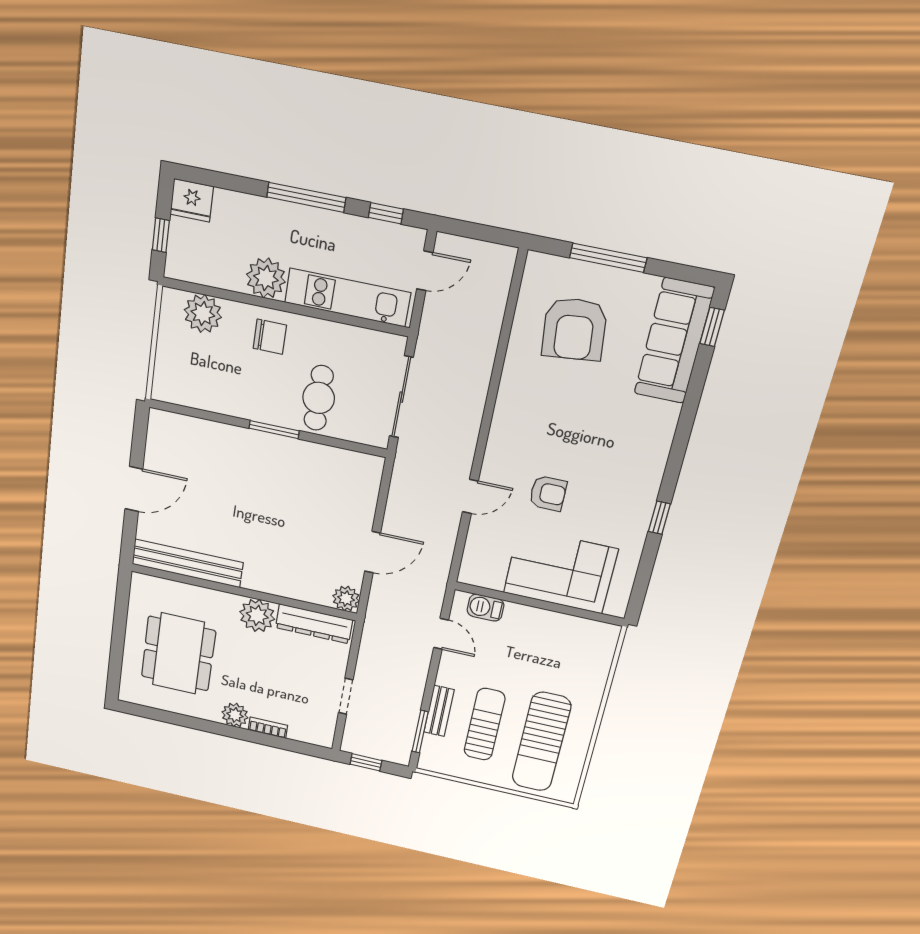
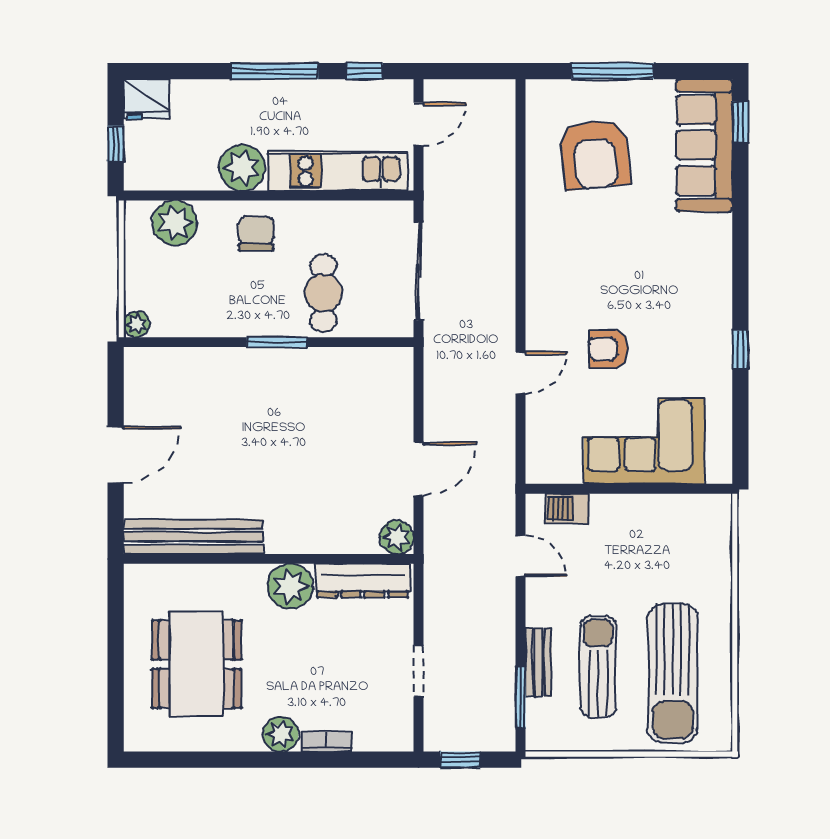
chair: (270, 337) -> (256, 233), turned -90
plant: (162, 391) -> (137, 324), added
armchair: (548, 493) -> (608, 349), turned 180

